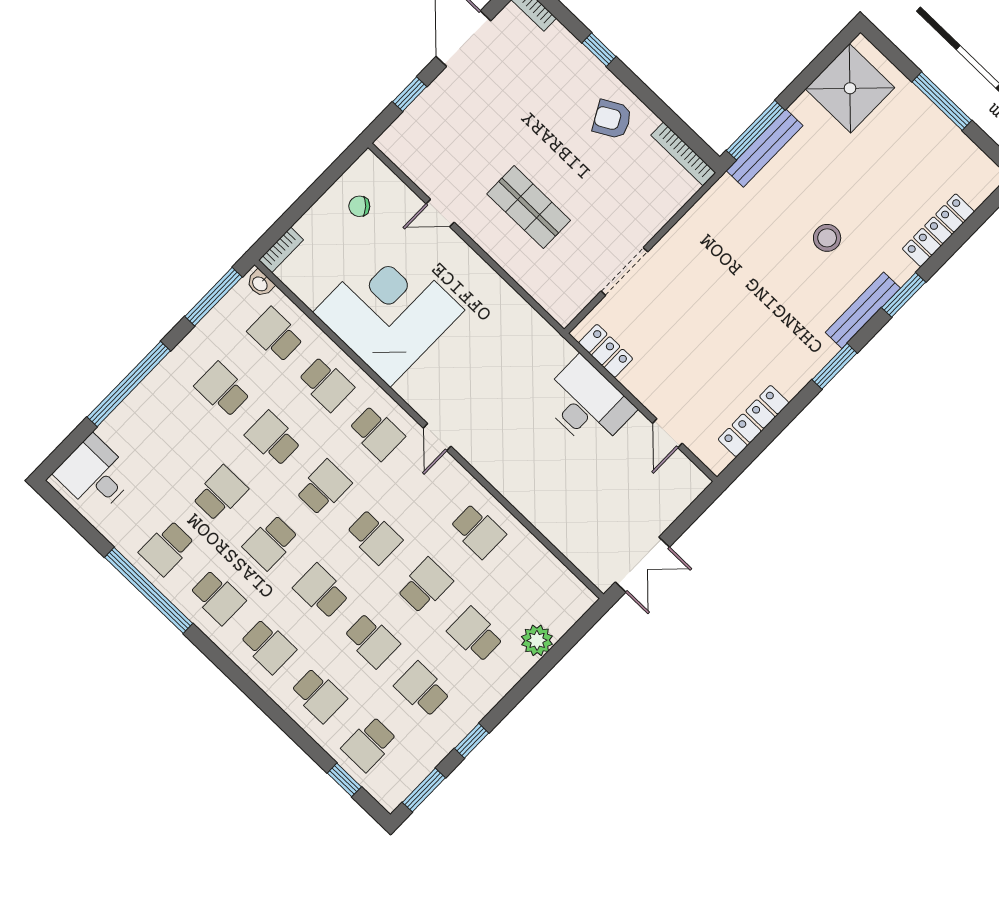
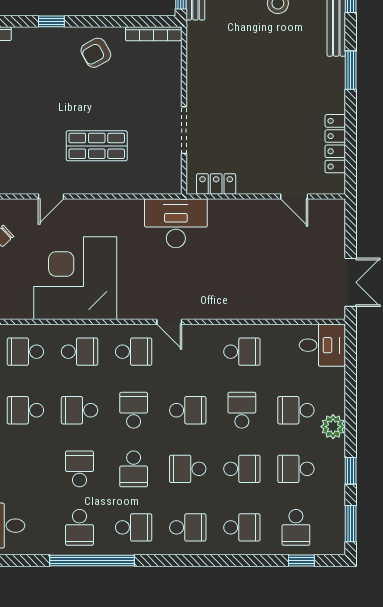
desk: (587, 404) -> (176, 223), moved
desk: (559, 598) -> (322, 345), added
plant: (537, 640) -> (333, 427), moved

